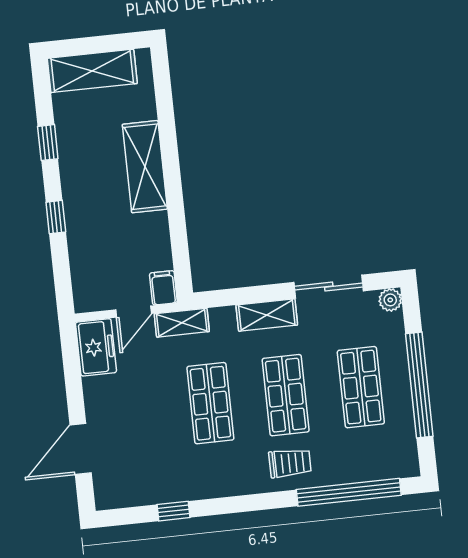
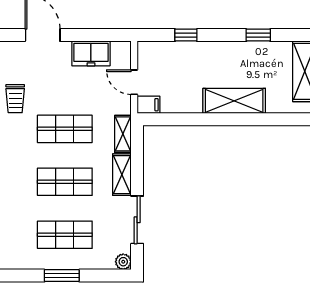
window: (56, 217) -> (186, 35), moved
shelving: (182, 323) -> (123, 134), moved
freezer: (96, 347) -> (91, 53), moved
window: (419, 385) -> (62, 276), width x0.47
trolley: (290, 463) -> (15, 99), moved

